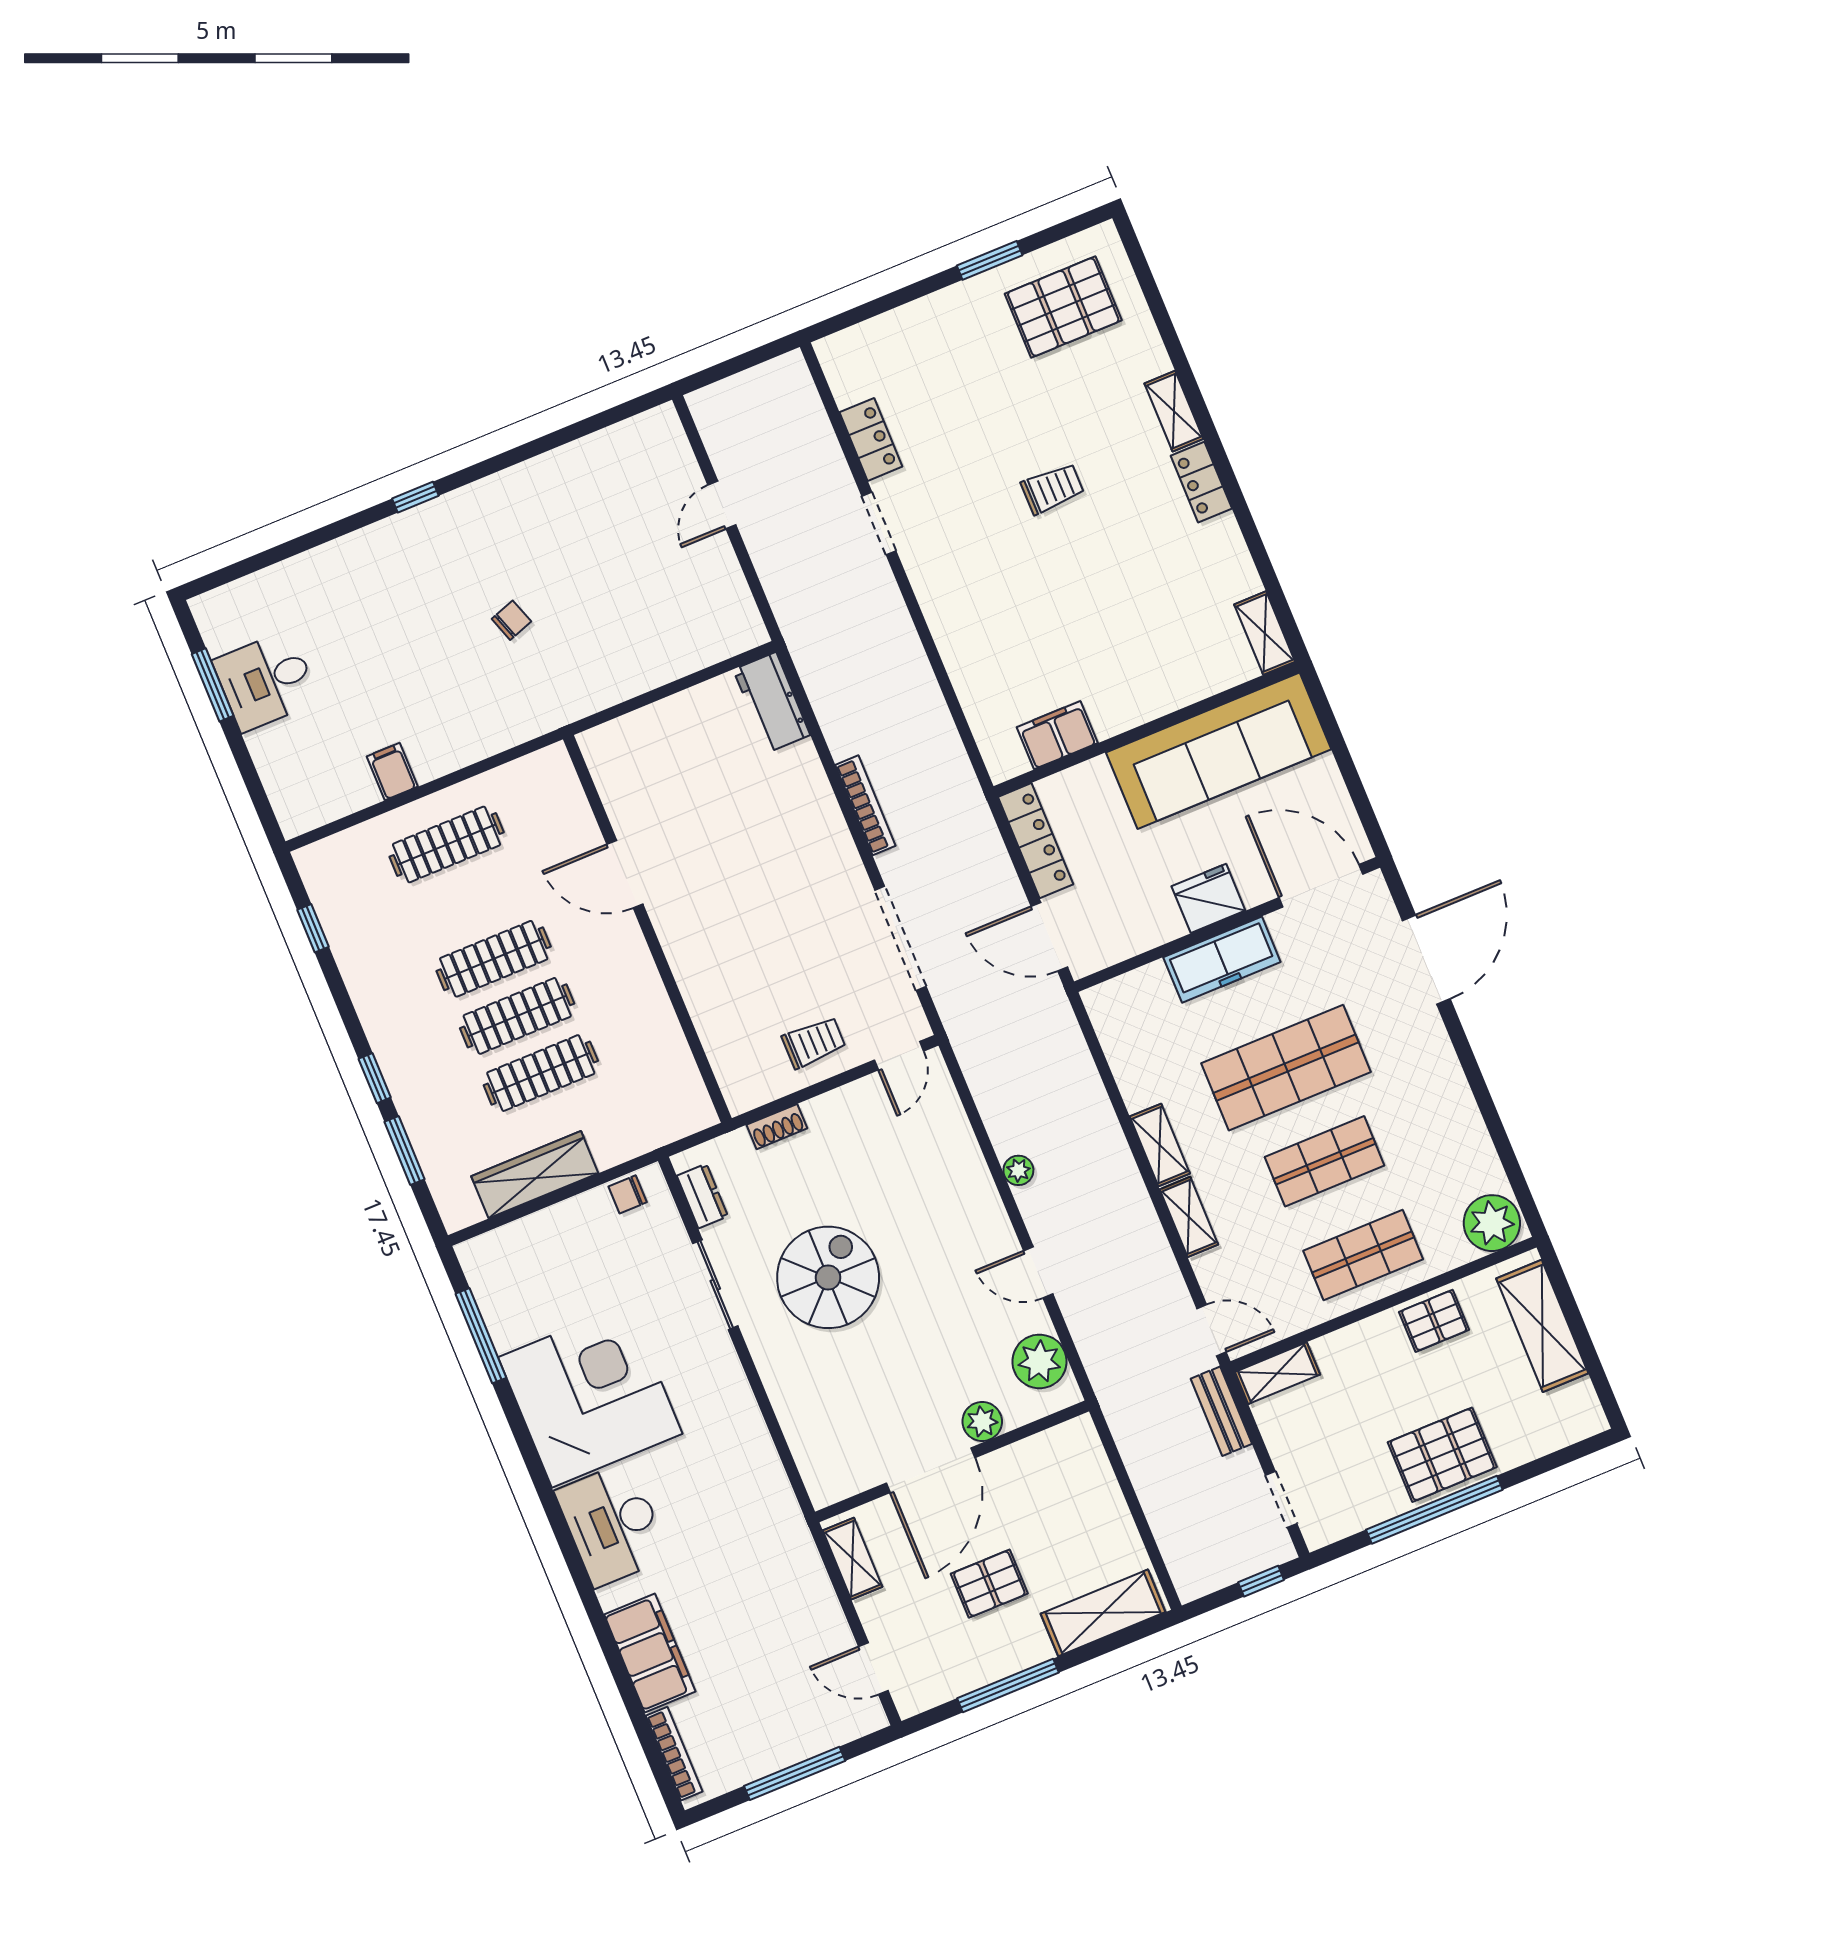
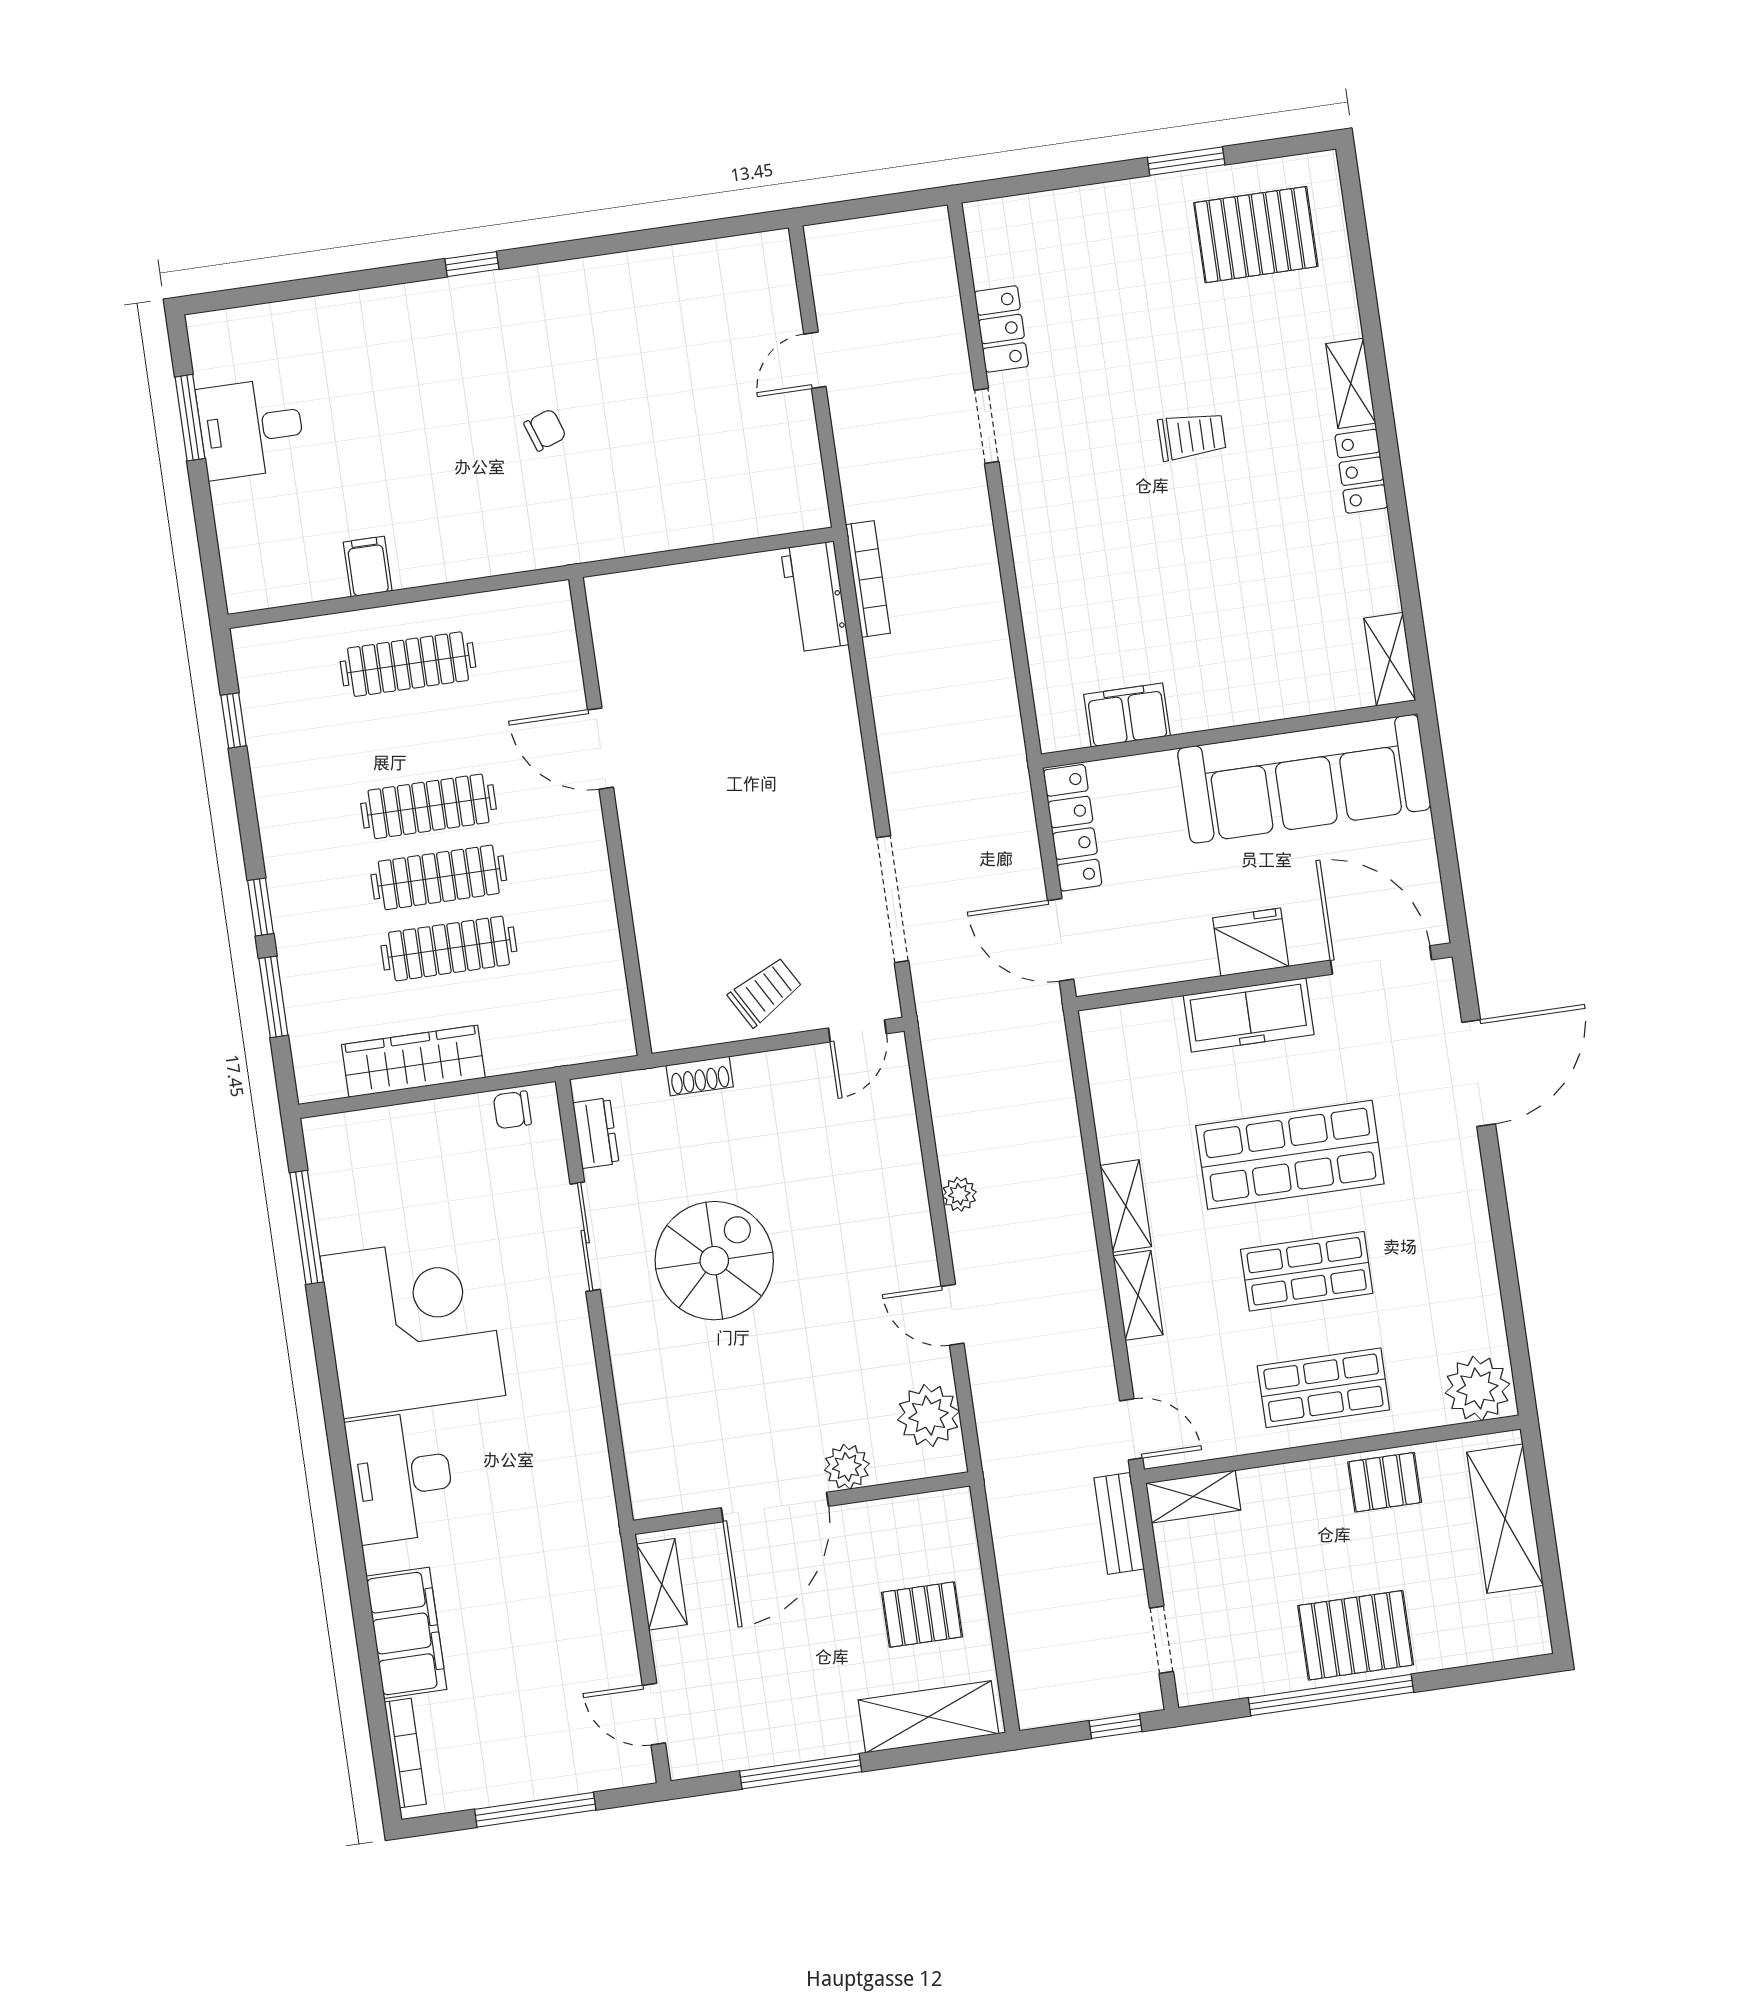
bookcase: (865, 805) -> (868, 579), moved
trolley: (814, 1042) -> (765, 992), turned -30
pallet: (989, 1584) -> (922, 1615), moved

